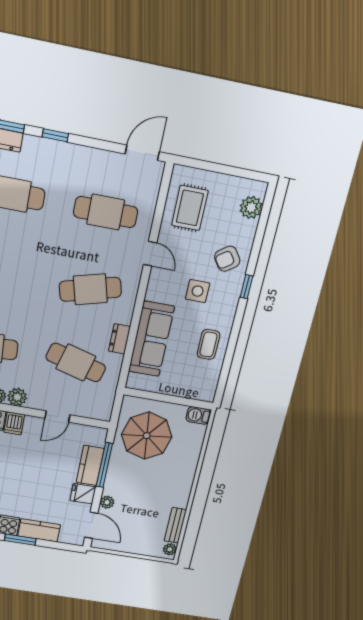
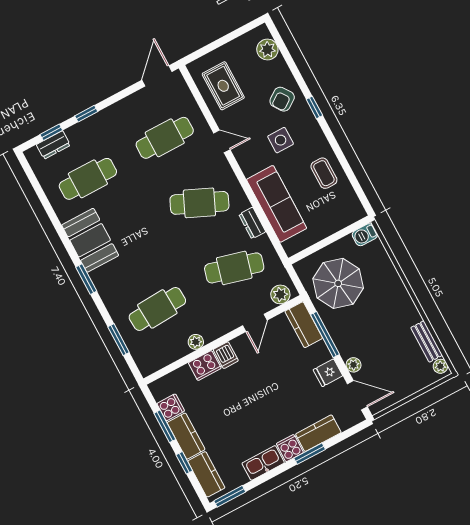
cafe table: (90, 289) -> (199, 203), turned 39
plant: (17, 397) -> (280, 294), moved
kitchen counter: (90, 465) -> (304, 325), moved

